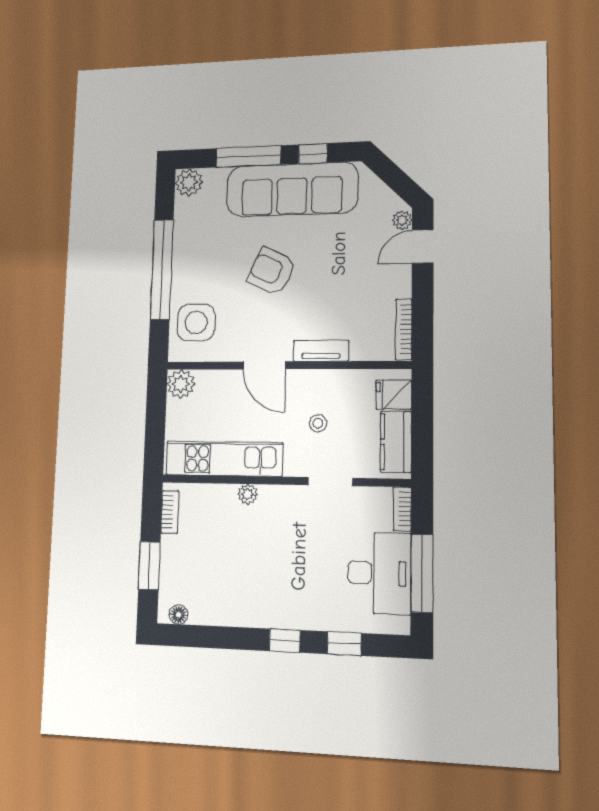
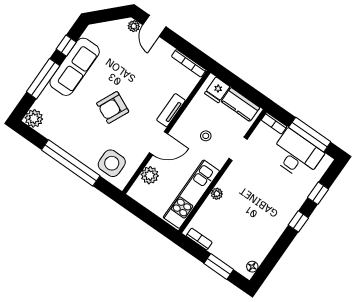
sofa: (292, 189) -> (75, 67), width x0.74, depth x0.79
plant: (181, 384) -> (150, 175), moved

